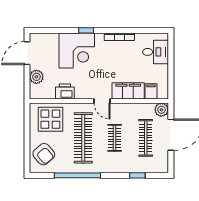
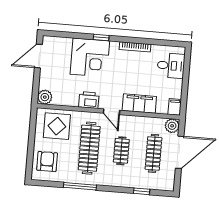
plant: (36, 77) -> (45, 97), moved
filing cabinet: (151, 91) -> (175, 107), moved
printer: (65, 92) -> (89, 100), moved
armchair: (44, 154) -> (47, 162), turned -139
window: (77, 175) -> (80, 186), width x0.68

